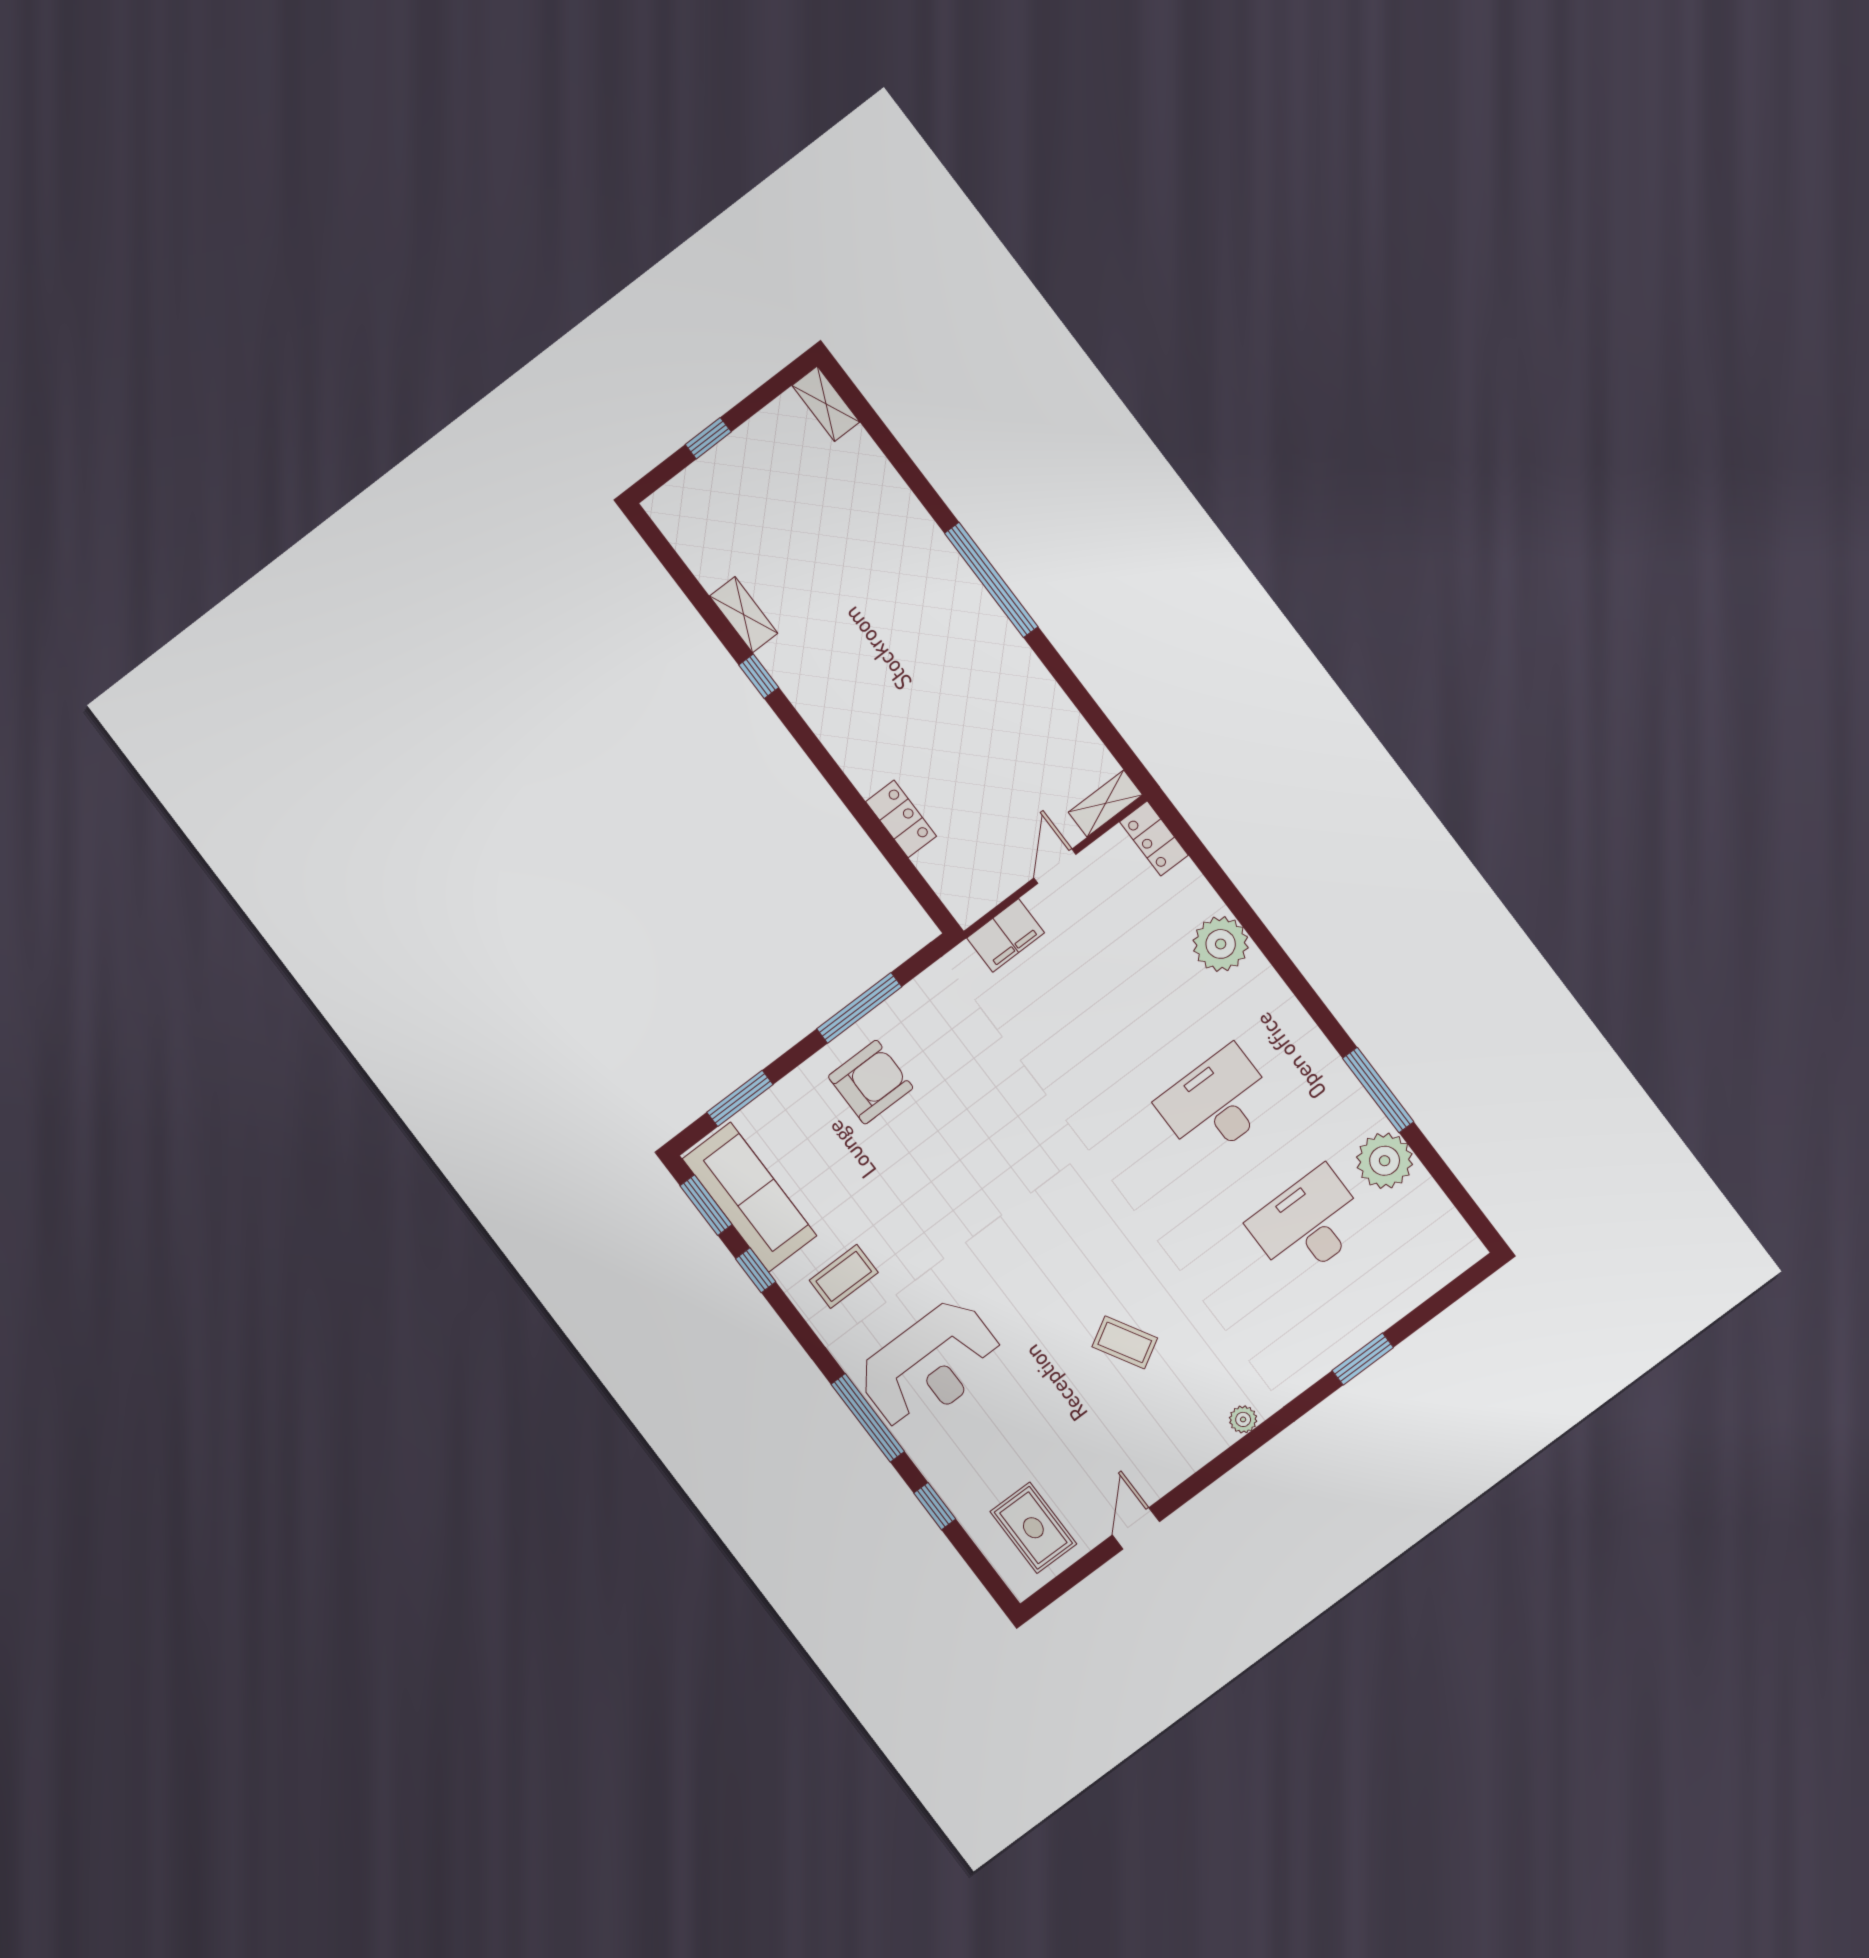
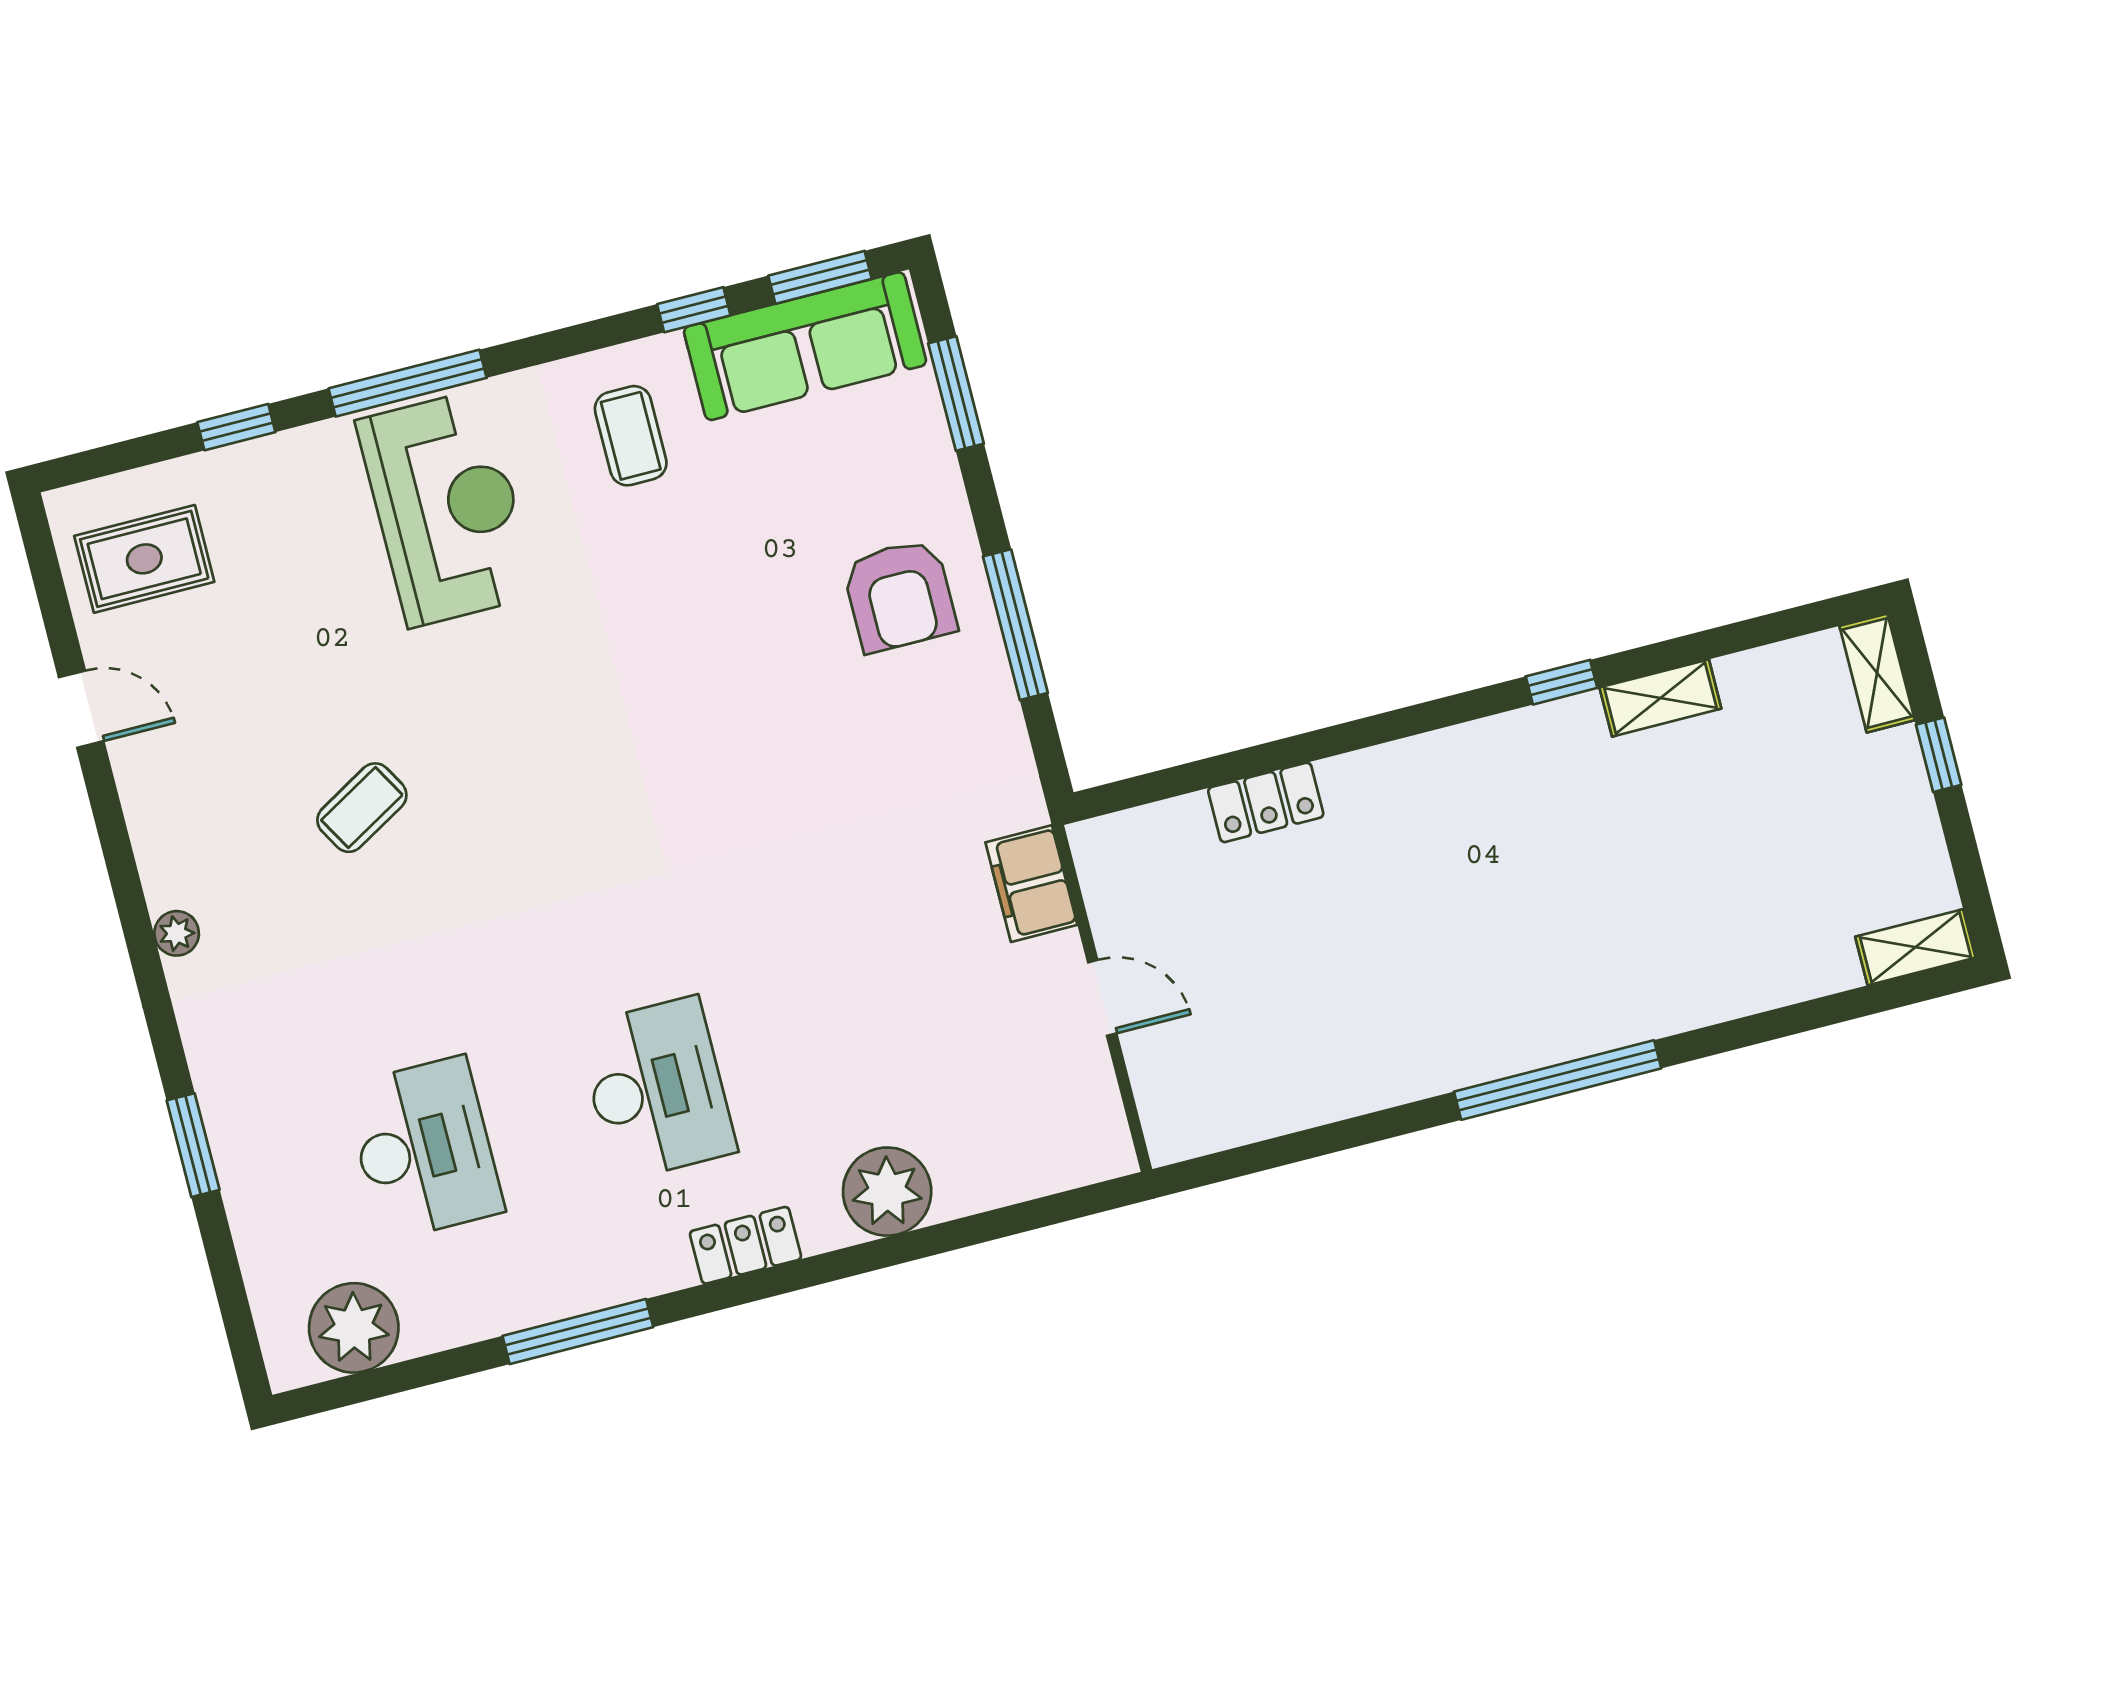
shelving: (1105, 803) -> (1877, 673), moved
locker: (1154, 838) -> (746, 1245), moved
plant: (1385, 1161) -> (354, 1328), moved
reception desk: (930, 1365) -> (447, 508), turned 180

